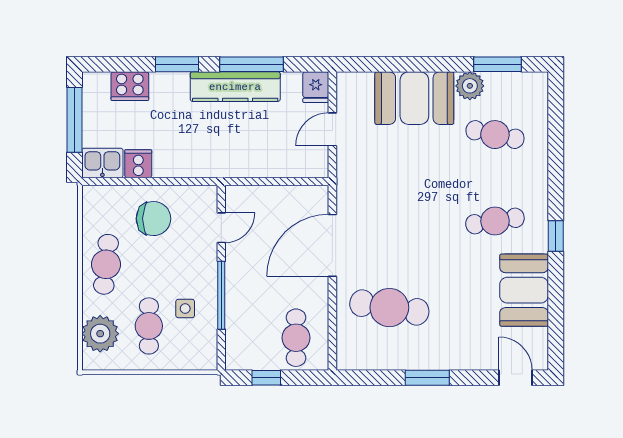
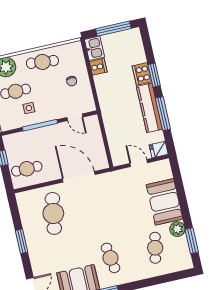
cooker: (130, 86) -> (142, 74), moved
chair: (153, 219) -> (72, 81), width x0.54, depth x0.54

